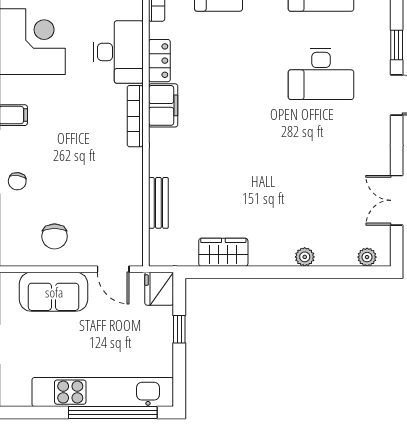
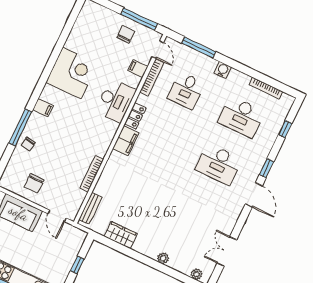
bookcase: (135, 116) -> (92, 174), moved
bench: (158, 203) -> (90, 208), moved
fridge: (159, 289) -> (77, 238), removed

